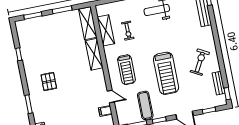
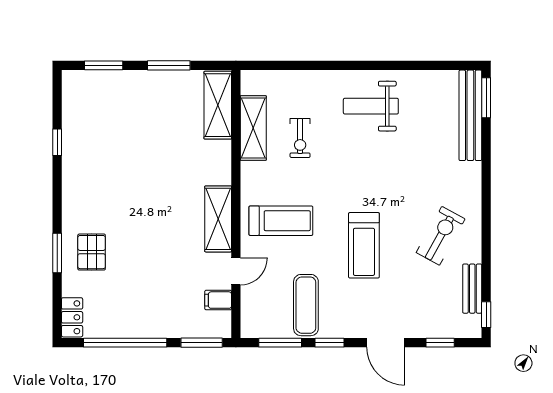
shelving: (94, 54) -> (218, 219), moved
treadmill: (126, 70) -> (281, 221), turned -90
treadmill: (166, 73) -> (364, 245), width x0.73, depth x0.73
pallet: (49, 81) -> (92, 252), moved
door: (111, 96) -> (236, 271), hinge flipped

